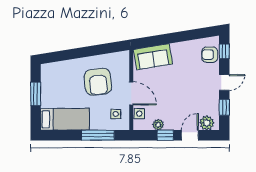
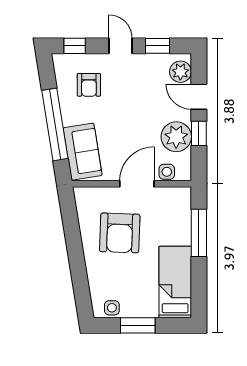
window: (171, 38) -> (55, 124), added
armchair: (210, 55) -> (89, 85), moved
armchair: (98, 82) -> (120, 233), turned 98
side table: (116, 114) -> (112, 308), moved
plant: (158, 125) -> (176, 137), width x1.87, depth x1.87

